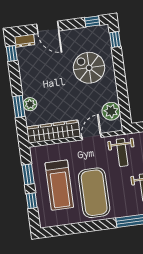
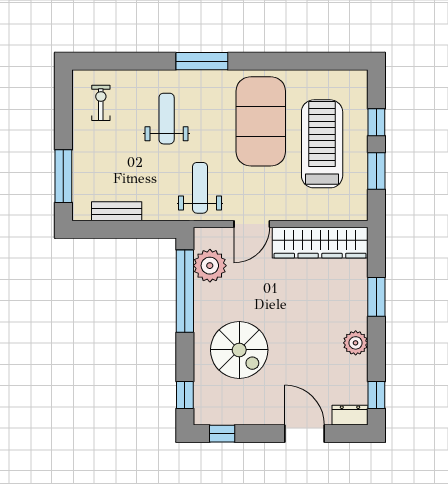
window: (123, 96) -> (185, 291), added
plant: (30, 104) -> (356, 343), moved

